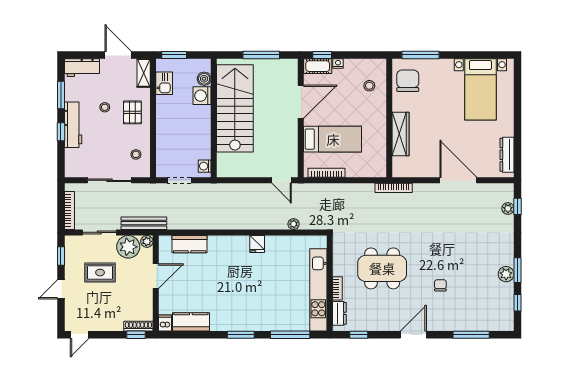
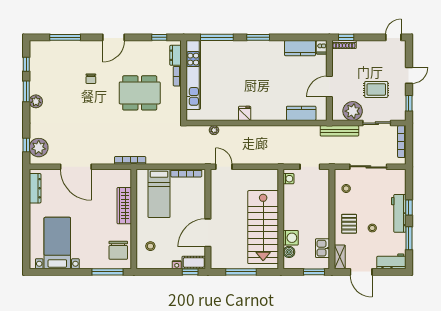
bed: (333, 139) -> (159, 193), moved, turned -90
plant: (508, 208) -> (39, 148), width x1.87, depth x1.87
plant: (147, 241) -> (337, 116), removed
plant: (506, 274) -> (36, 101), moved

